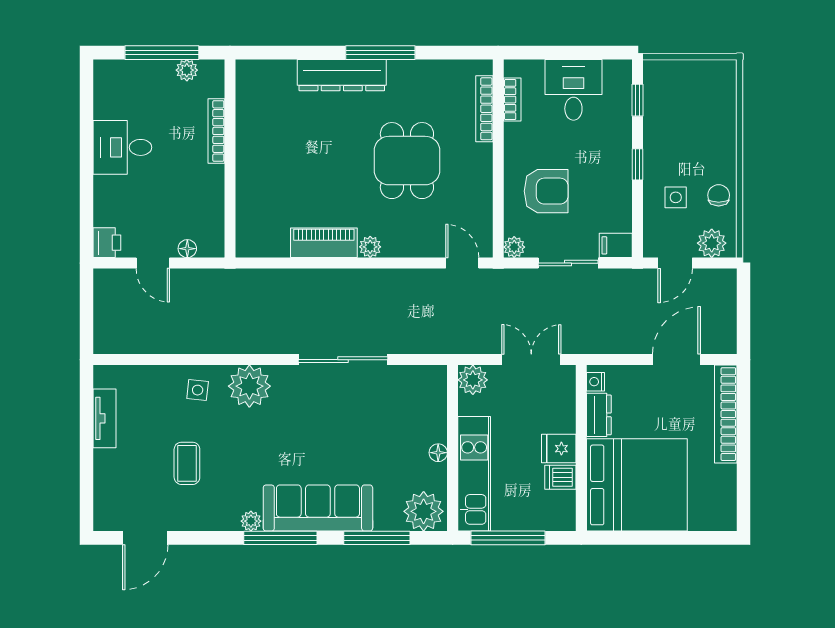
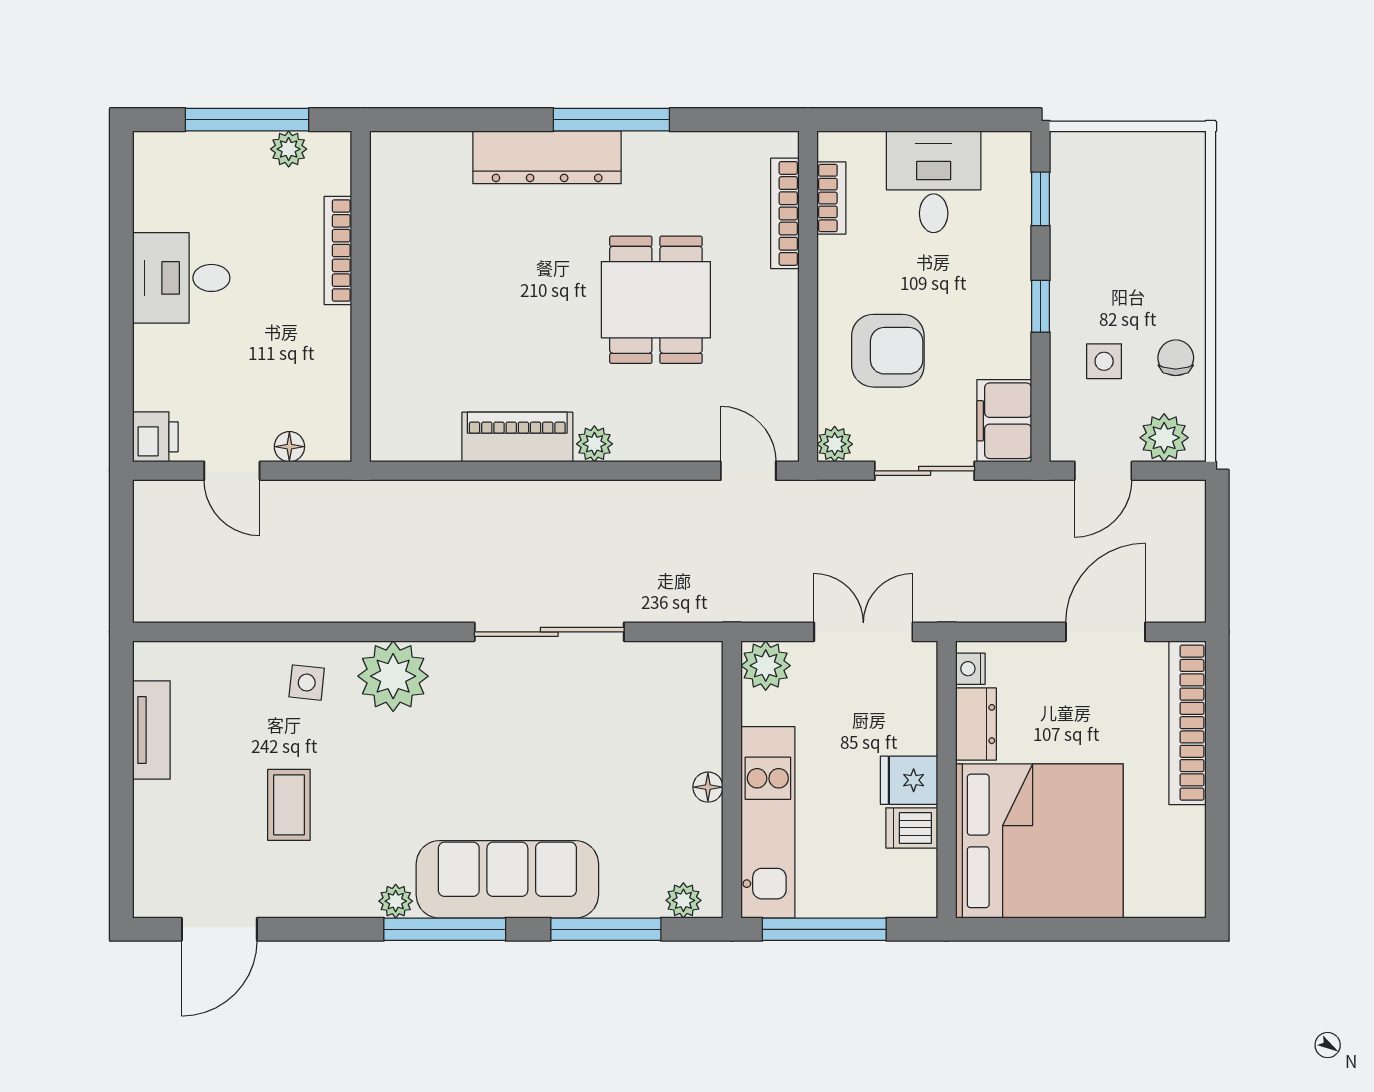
filing cabinet: (616, 245) -> (1004, 421), width x2.00
plant: (424, 511) -> (683, 900), width x0.53, depth x0.53

